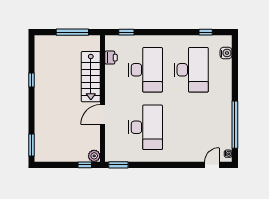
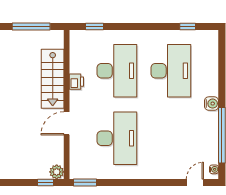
water cooler: (226, 53) -> (212, 104), moved
printer: (111, 58) -> (76, 82), moved

